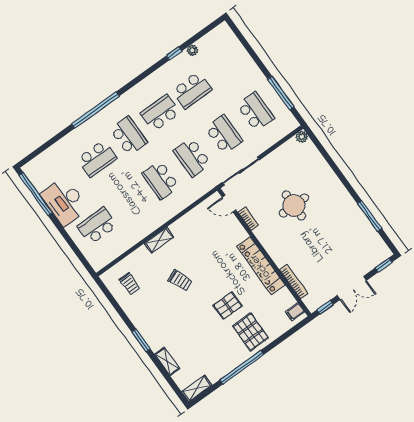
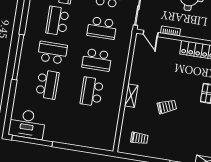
desk: (65, 201) -> (27, 124), moved
door: (229, 204) -> (151, 33), hinge flipped
school desk: (97, 226) -> (92, 92), moved

